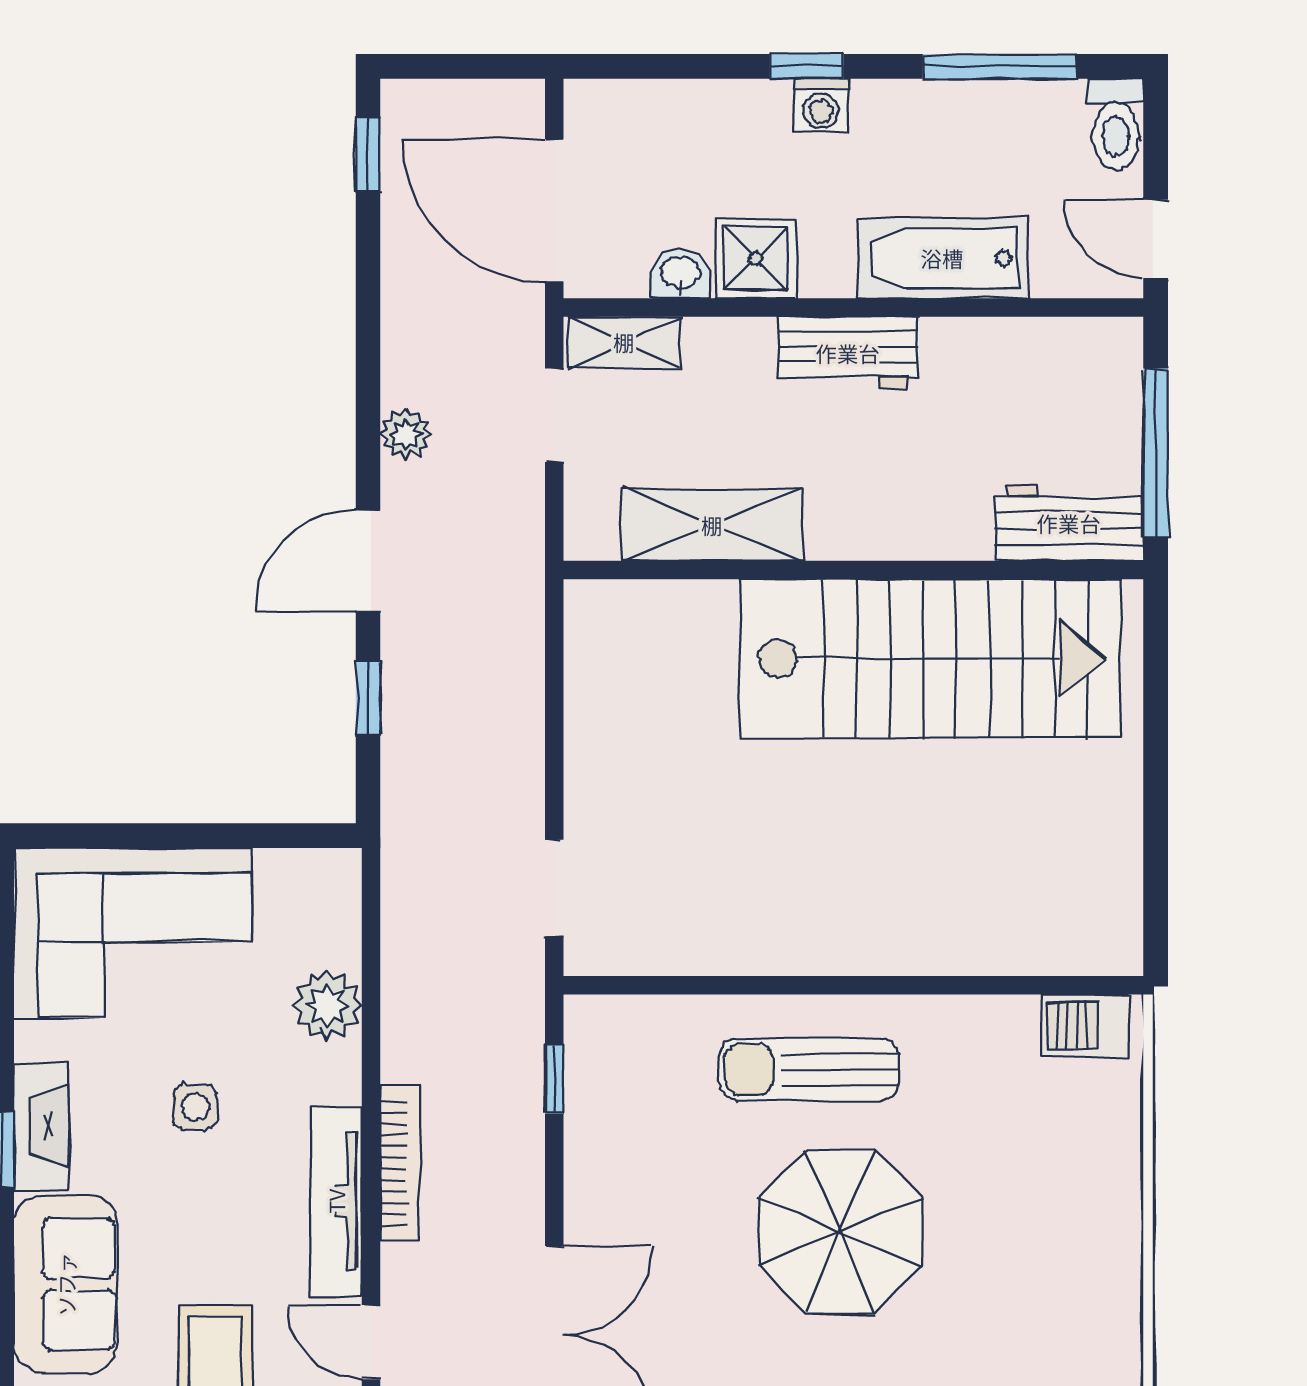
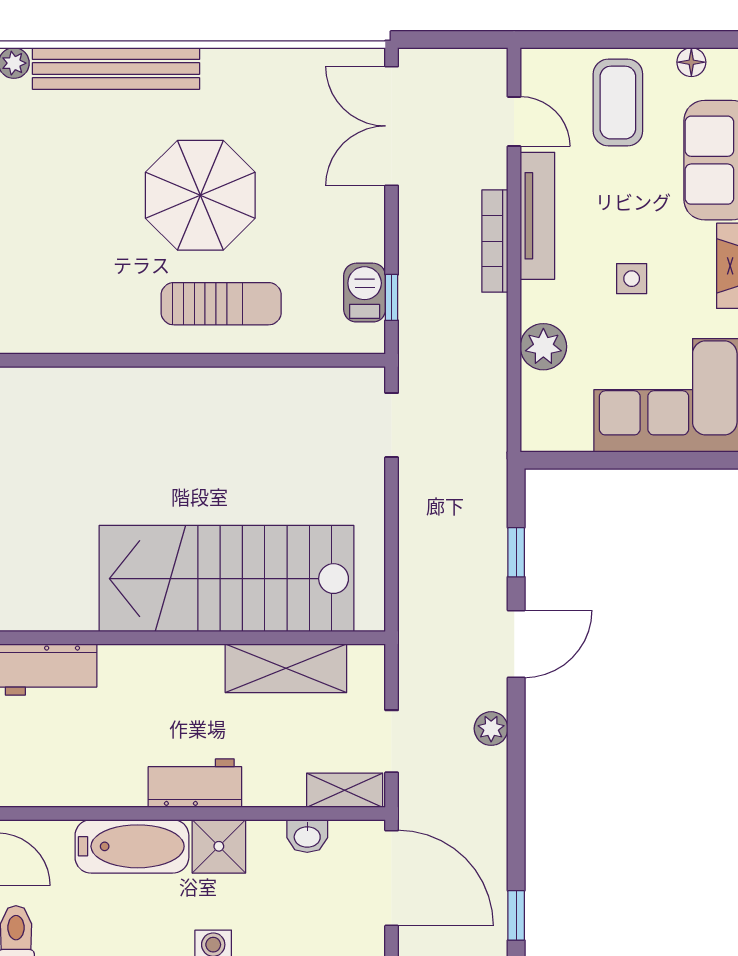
shower: (756, 258) -> (219, 846), moved
stairs: (930, 659) -> (227, 579), moved
barbecue: (1085, 1026) -> (365, 293), moved, turned -90

